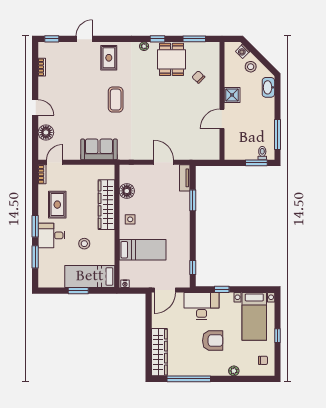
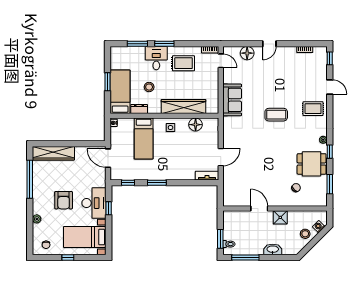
washbasin: (268, 87) -> (273, 249), moved
window: (193, 200) -> (157, 183), moved
dresser: (109, 255) -> (139, 109), added
desk: (202, 306) -> (94, 203), moved

